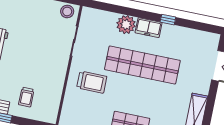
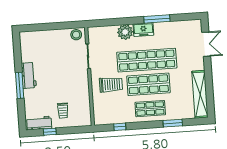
window: (168, 20) -> (157, 19), width x2.17
shop shelf: (136, 94) -> (148, 84), added

